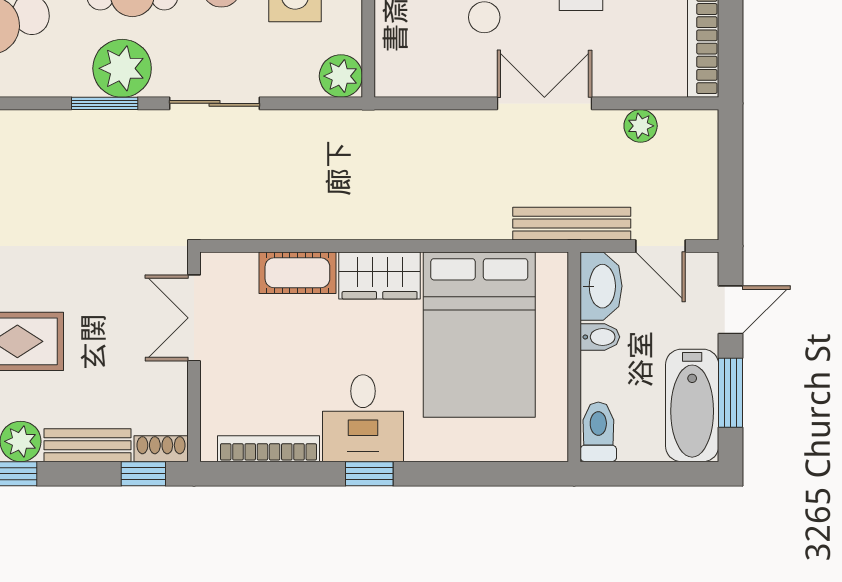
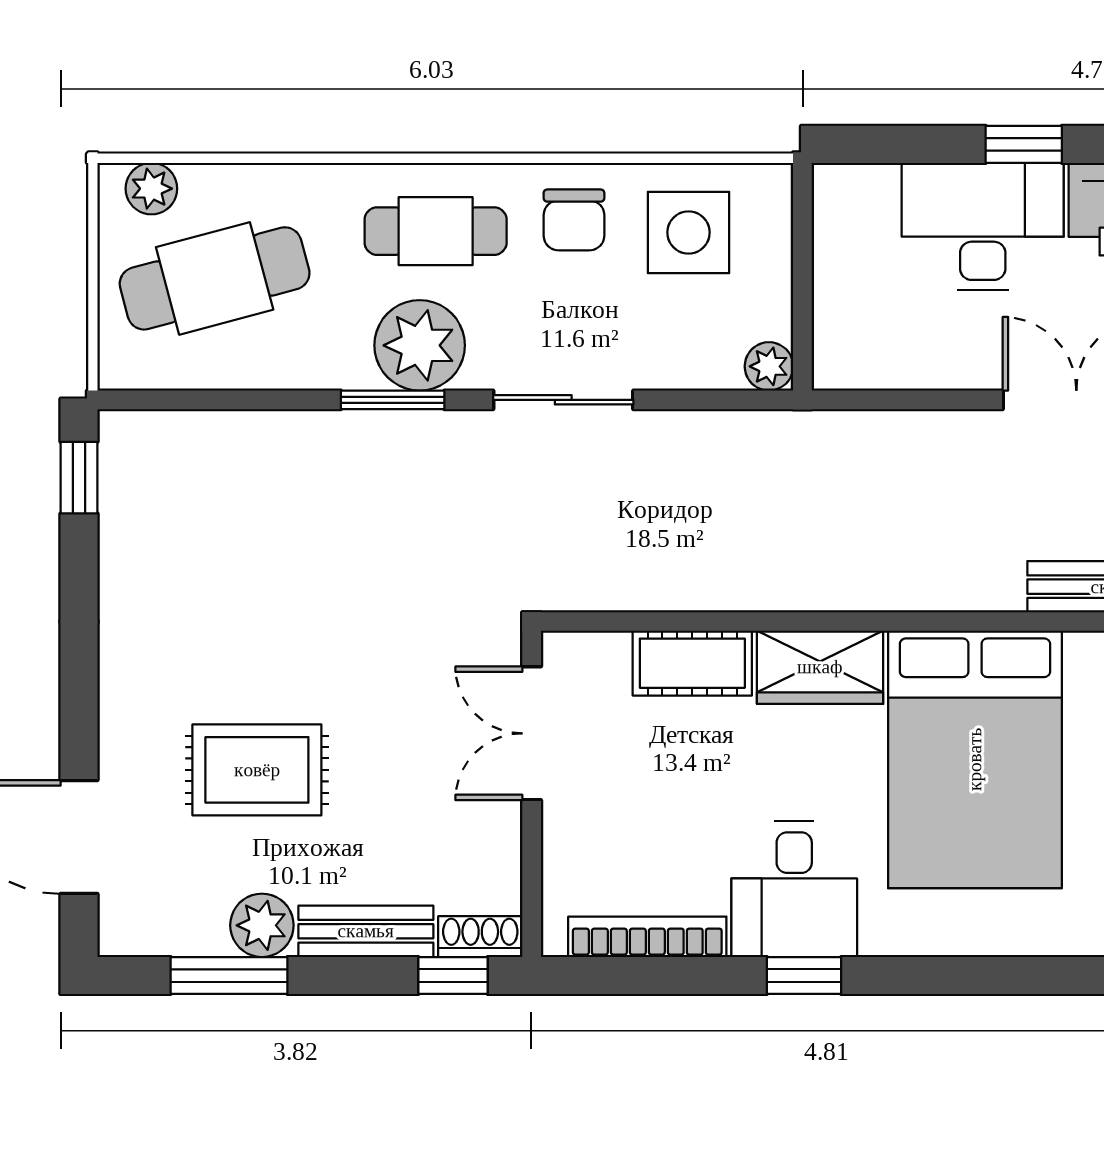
plant: (341, 76) -> (769, 366), width x0.73, depth x0.73

